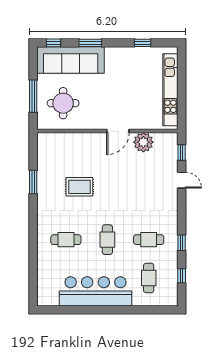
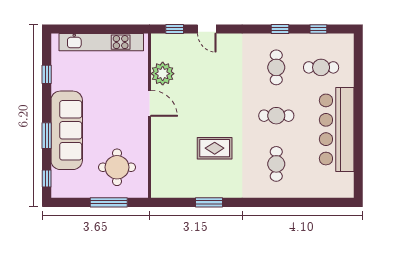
sofa: (71, 60) -> (67, 130), moved
door: (182, 180) -> (207, 29), swing flipped
rug: (79, 187) -> (215, 148), turned 90

